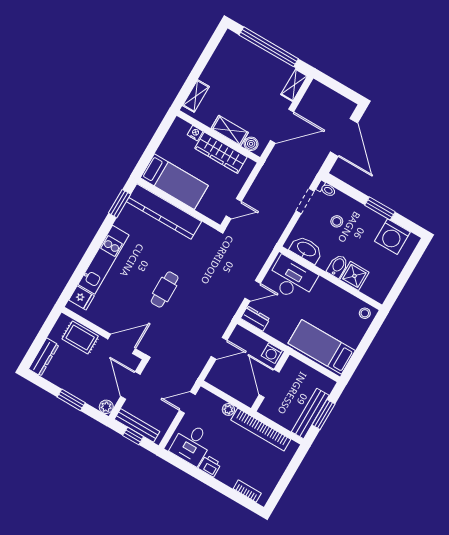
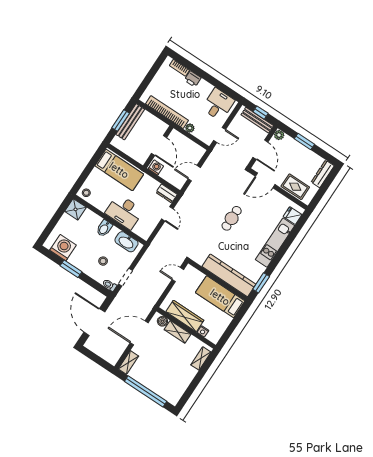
shower: (354, 276) -> (75, 209), moved
desk: (292, 279) -> (124, 212), moved
door: (253, 291) -> (167, 214), swing flipped
printer: (210, 466) -> (193, 79), moved

